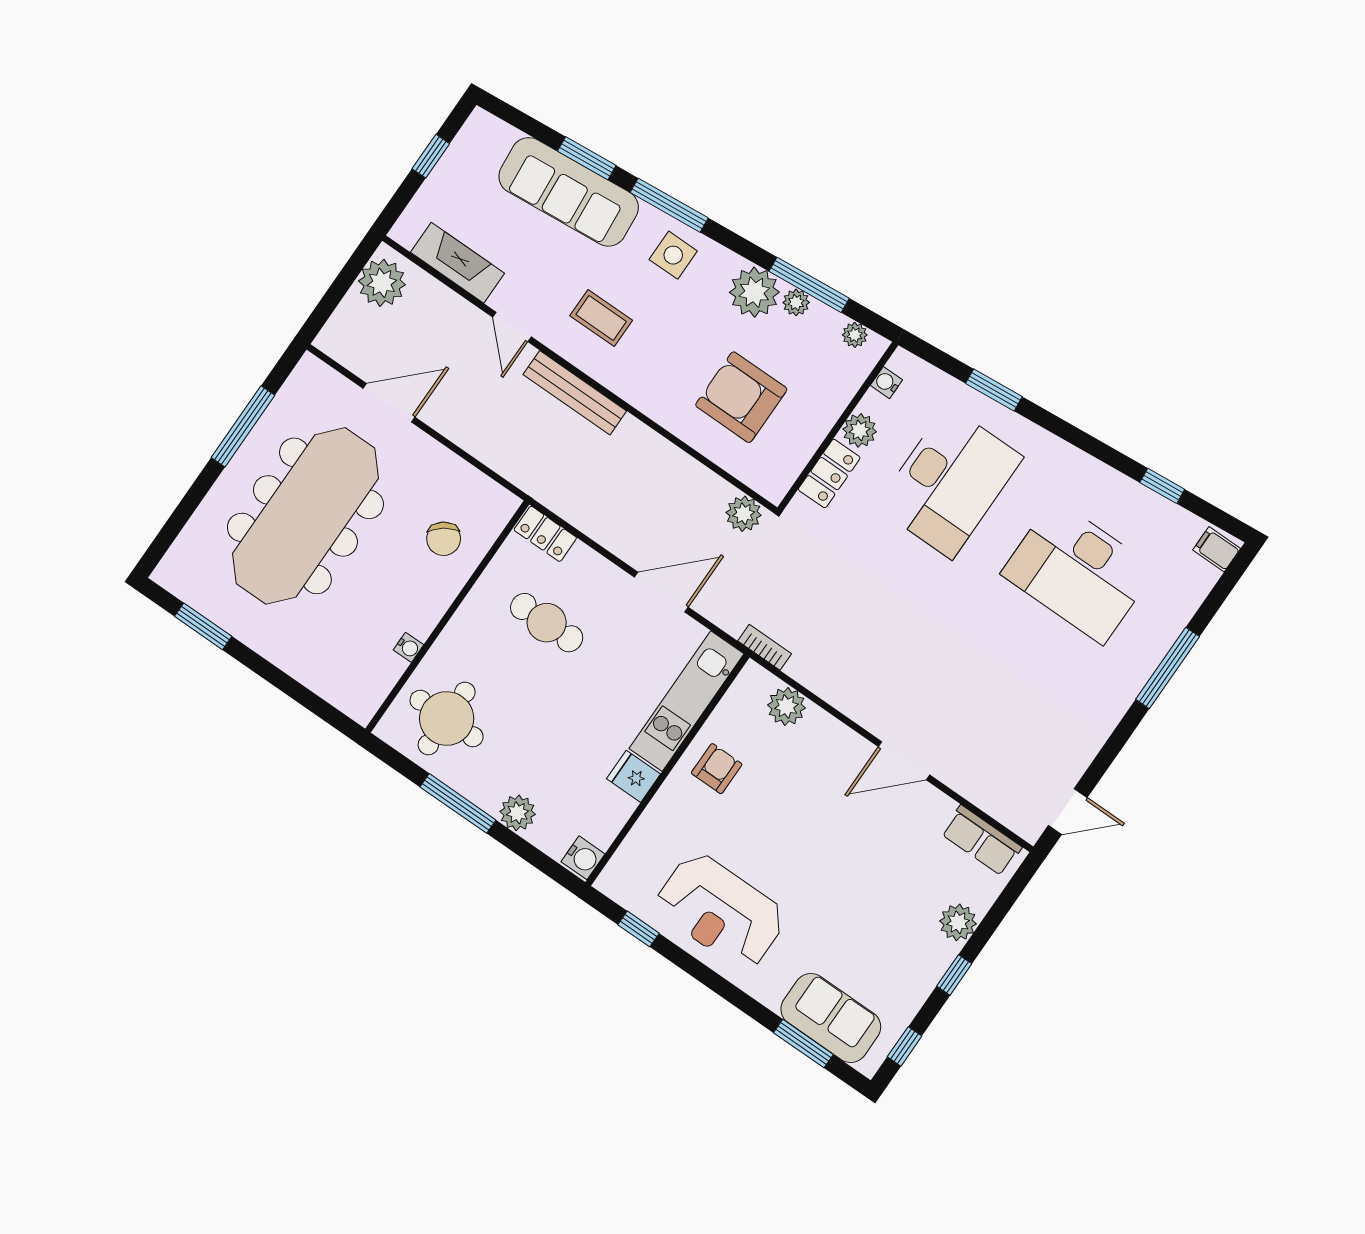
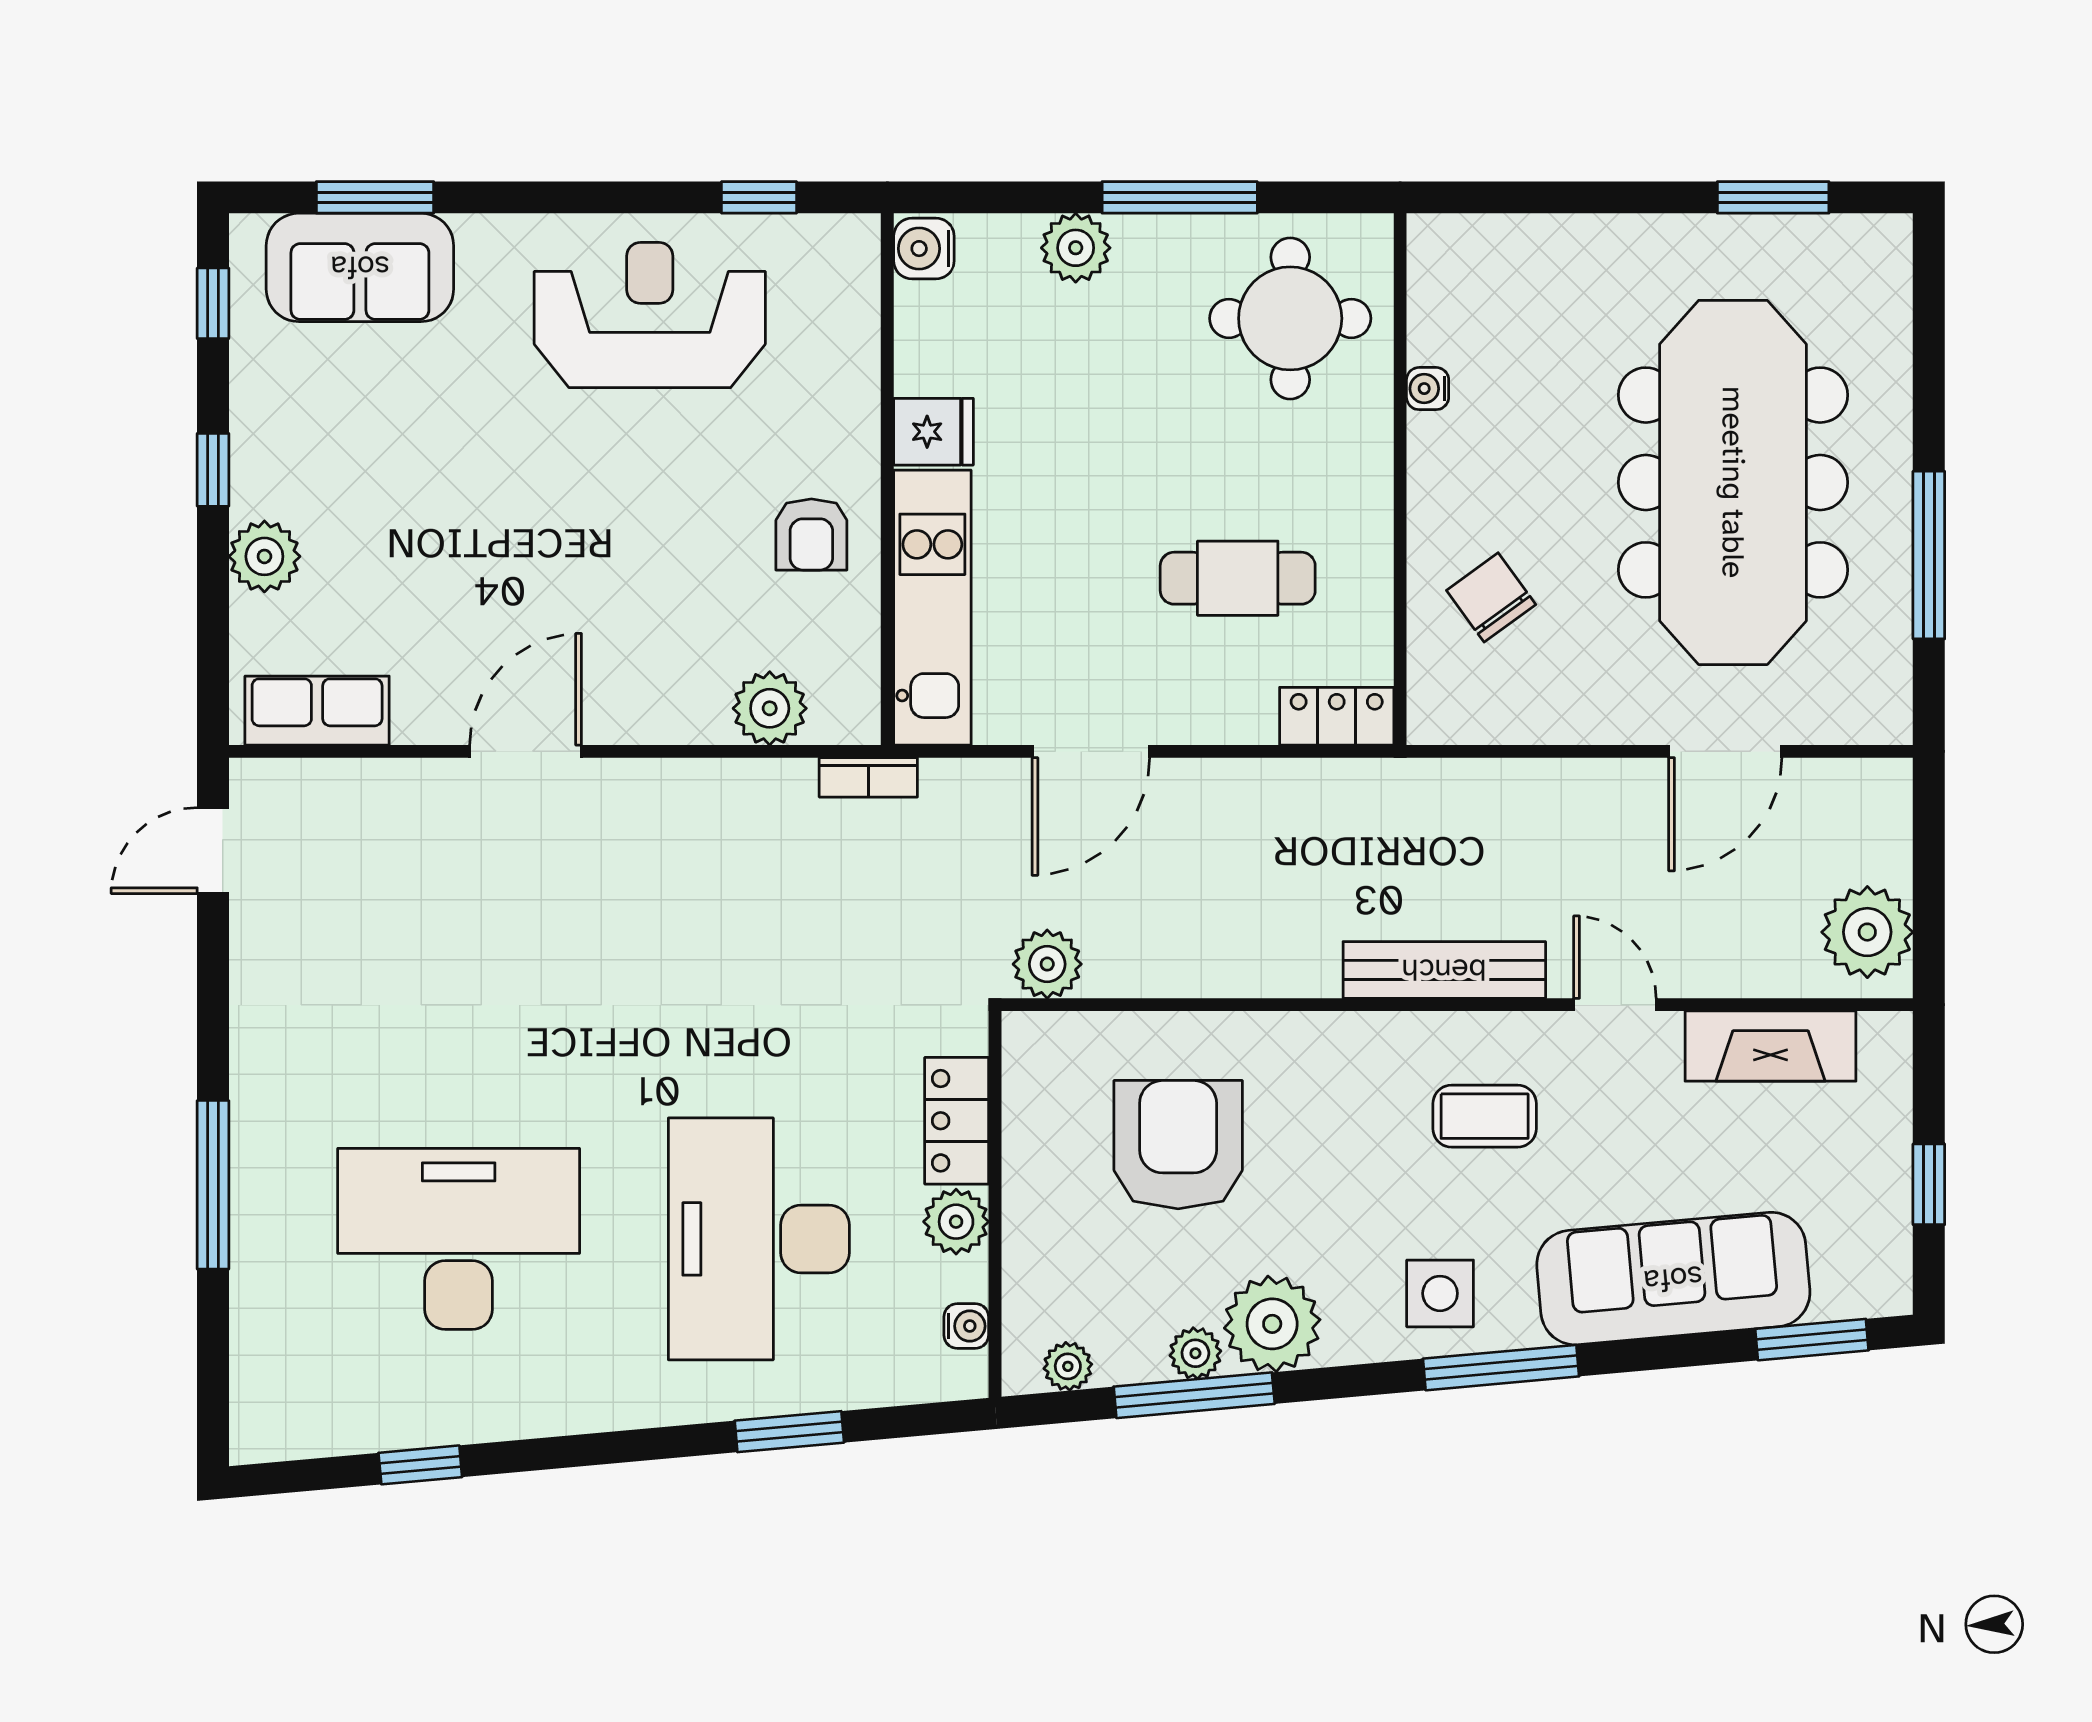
window: (587, 158) -> (1812, 1340), moved
armchair: (741, 397) -> (1178, 1145), turned -90
filing cabinet: (1217, 549) -> (266, 1425), removed

